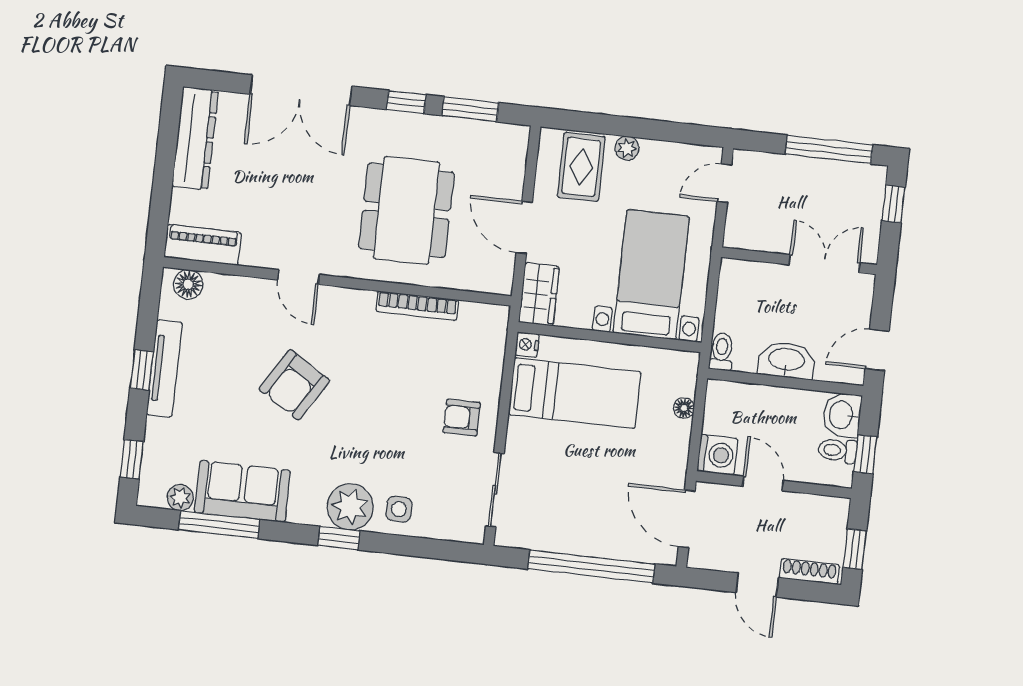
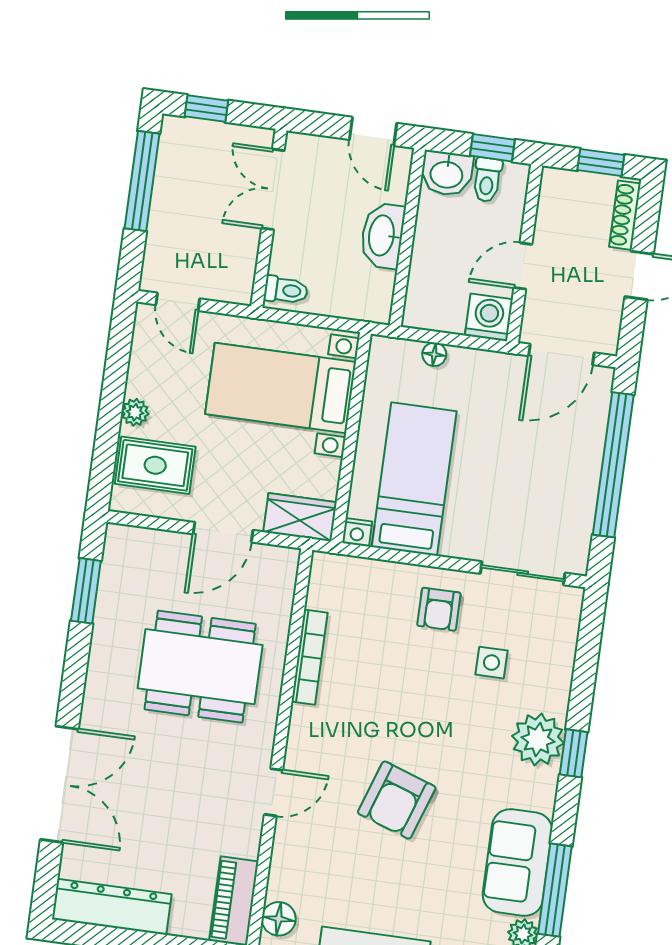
window: (406, 102) -> (76, 664), removed
toilet: (722, 352) -> (286, 290), moved, turned 180
armchair: (294, 385) -> (397, 800), turned 77
side table: (399, 509) -> (492, 663), moved

